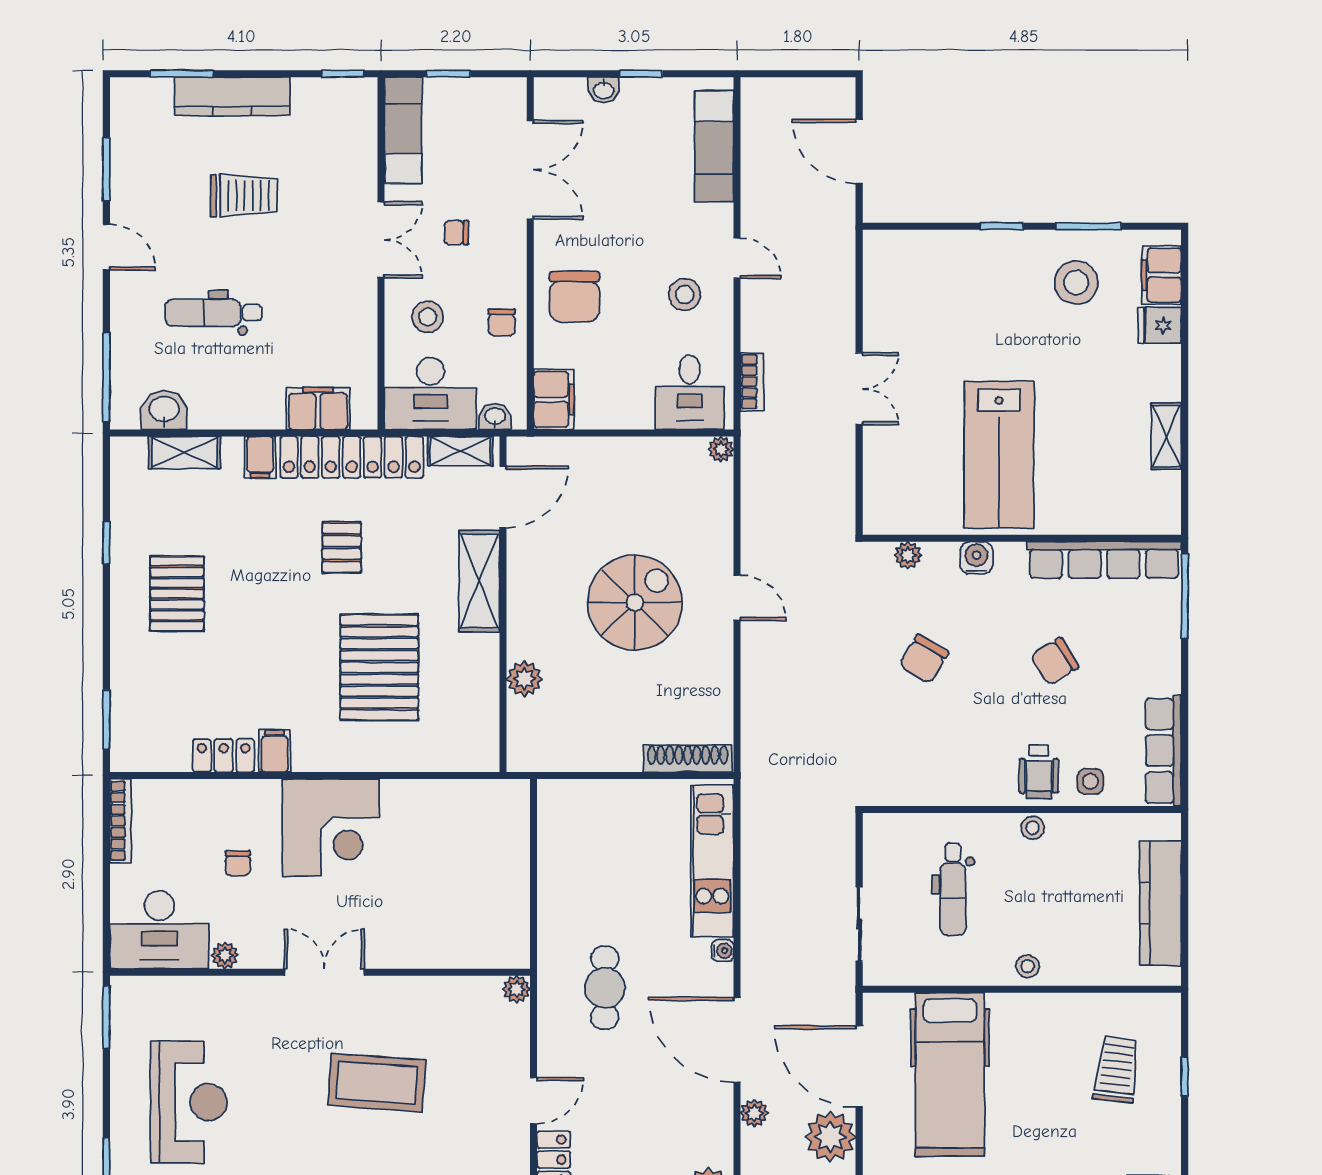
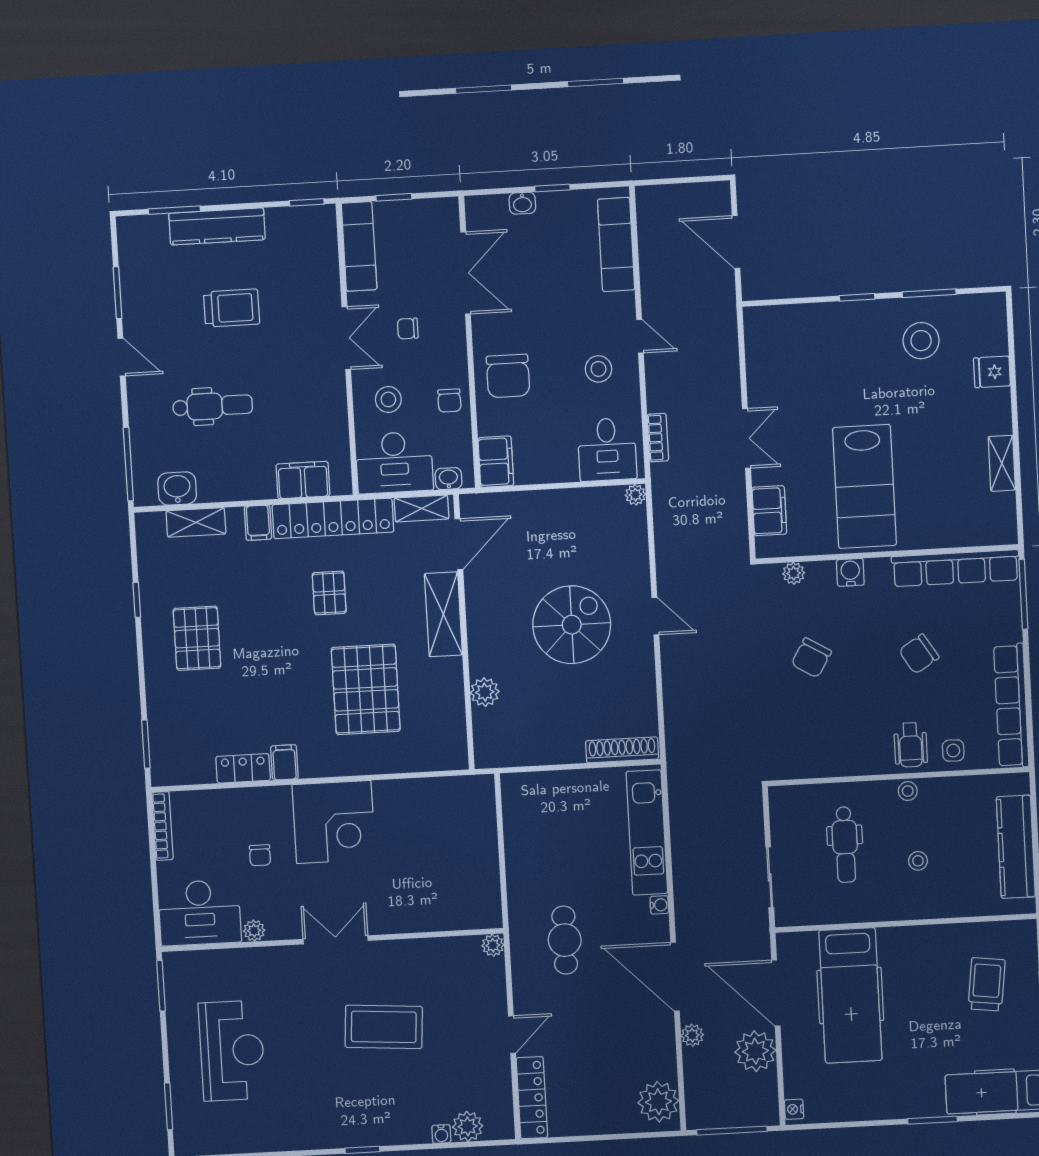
filing cabinet: (1162, 275) -> (769, 511), moved, turned 180
dental chair: (213, 313) -> (213, 406), turned 180
row of seats: (1163, 751) -> (1011, 706), width x1.36
stool: (1028, 966) -> (918, 861), moved

